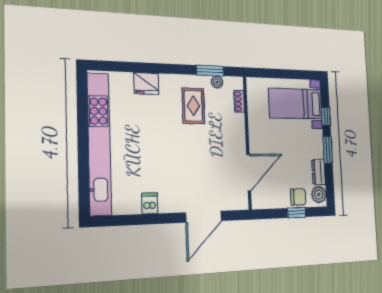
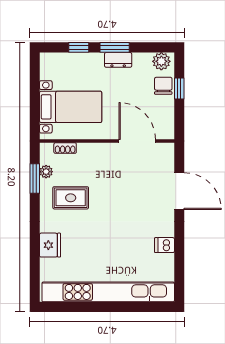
bed with nightstands: (296, 104) -> (71, 107), moved, turned -90
dresser: (319, 172) -> (118, 60), moved

